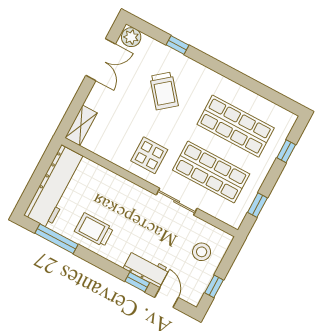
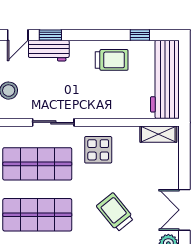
shelving: (81, 125) -> (158, 134), moved, turned 90
window: (56, 239) -> (140, 35), width x0.46
door: (167, 298) -> (18, 35), hinge flipped

